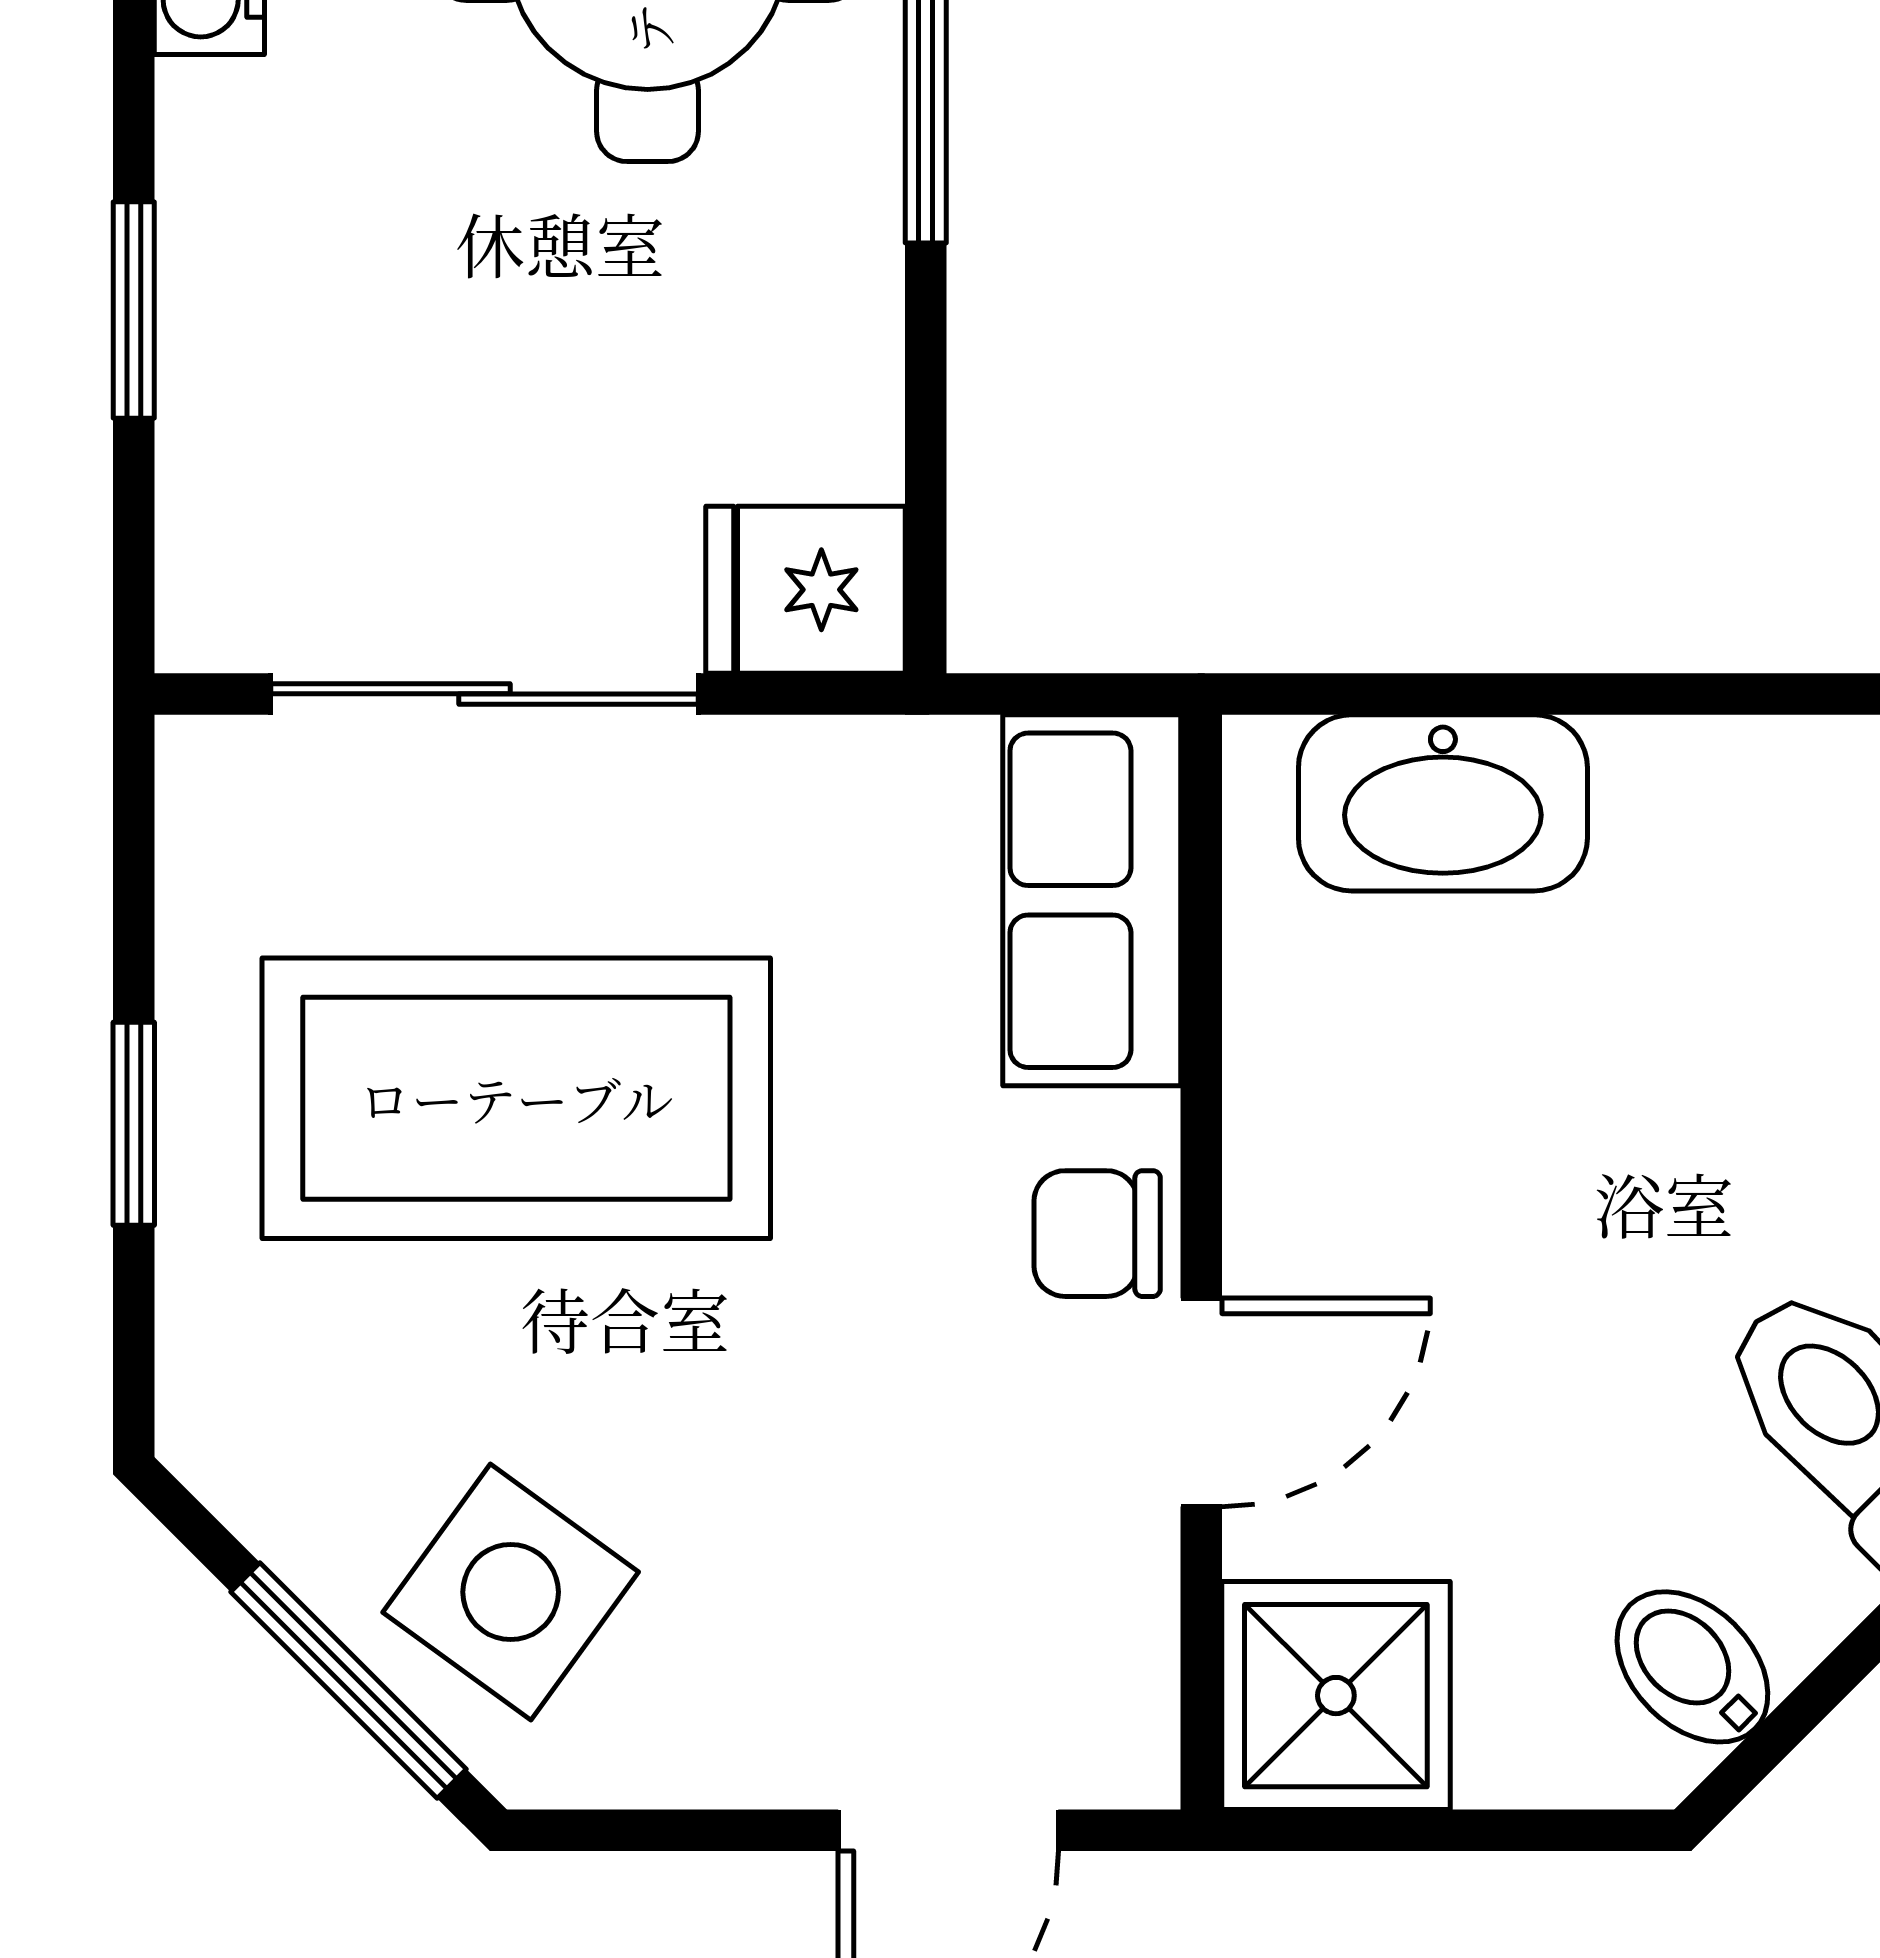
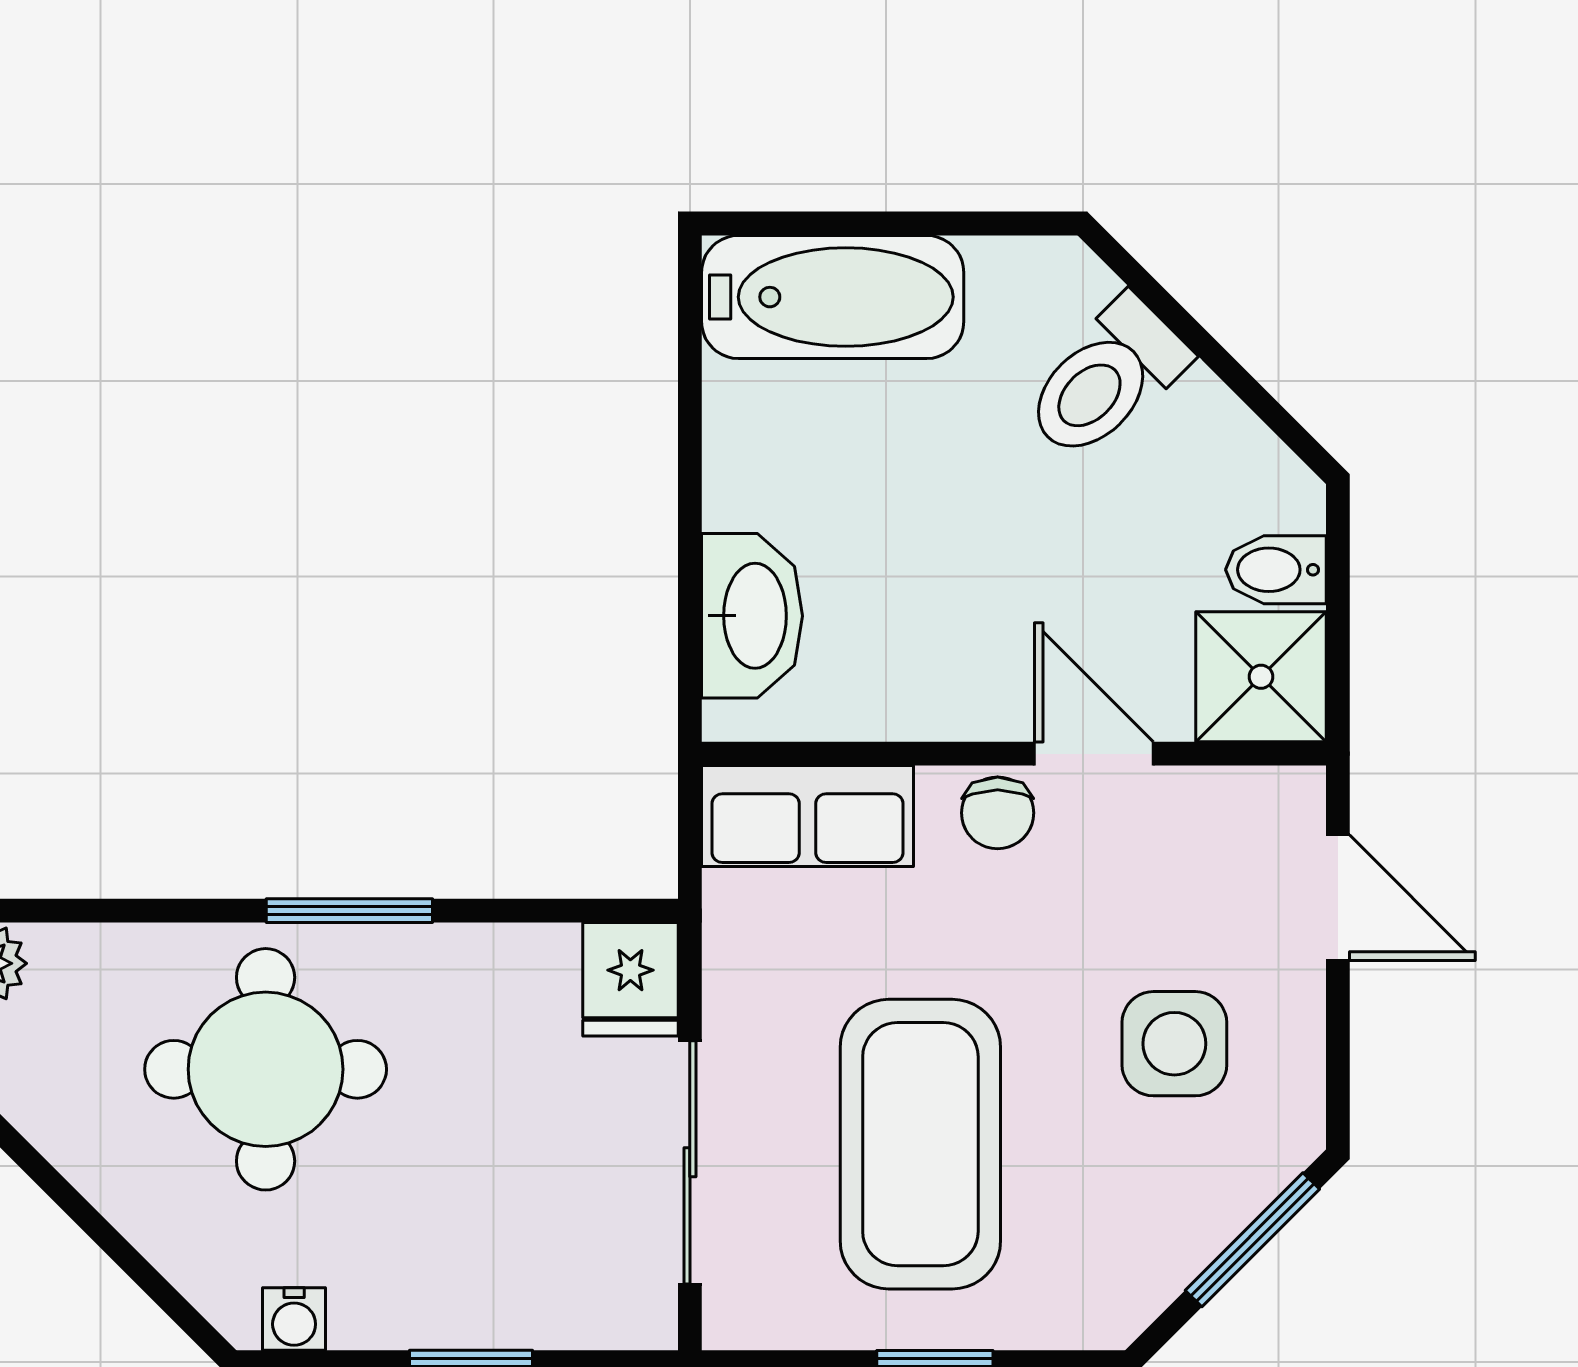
side table: (511, 1592) -> (1174, 1044), moved, turned -36
bidet: (1692, 1667) -> (1276, 570), moved, turned 45

